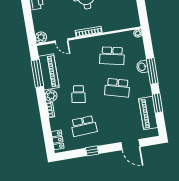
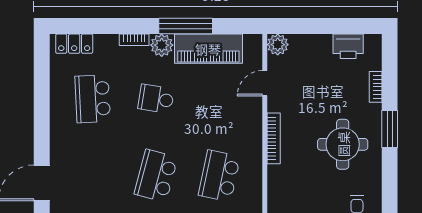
window: (37, 74) -> (186, 26), moved
window: (92, 151) -> (42, 107), removed

